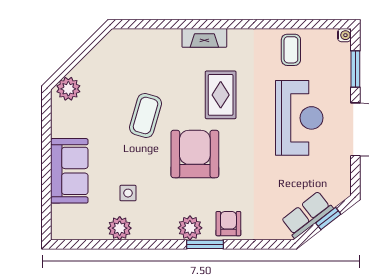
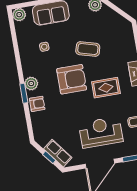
reception desk: (299, 118) -> (101, 132), turned 180
row of seats: (307, 215) -> (58, 153), moved
plant: (120, 228) -> (19, 15), moved

